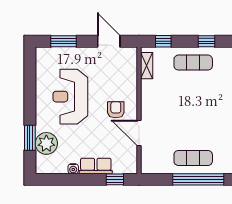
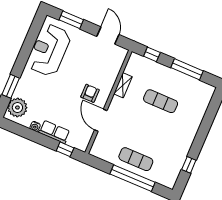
window: (207, 41) -> (187, 69), width x2.17
exercise mat: (193, 63) -> (161, 101), moved
shelving: (147, 66) -> (123, 85), moved
reception desk: (70, 97) -> (49, 50), moved
plant: (46, 143) -> (17, 108), moved

